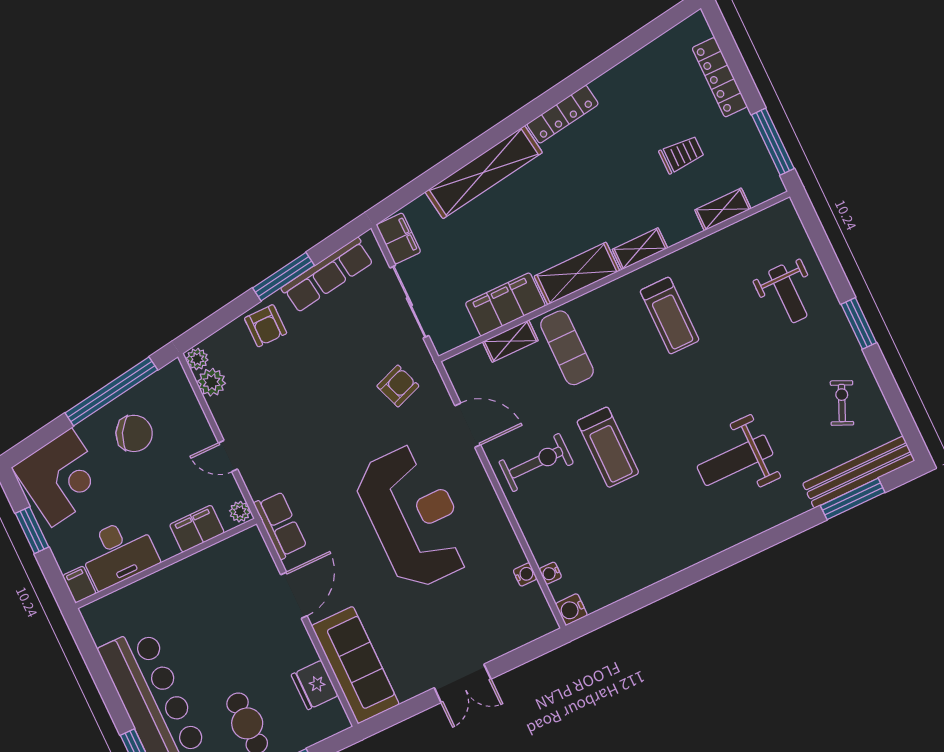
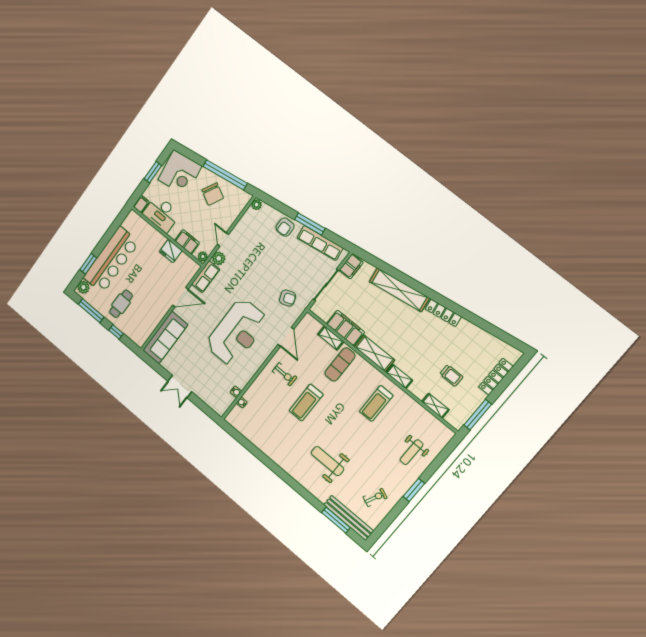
plant: (212, 382) -> (219, 258), moved
exercise bike: (536, 462) -> (285, 374), width x0.73, depth x0.72
water cooler: (571, 609) -> (231, 419), removed
fridge: (315, 685) -> (171, 251), moved, turned -90

